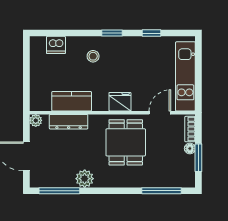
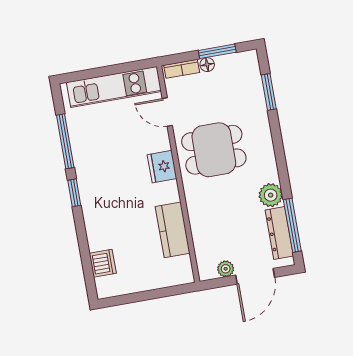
window: (151, 33) -> (65, 141), width x2.17
stool: (93, 56) -> (109, 212), removed
plant: (36, 120) -> (226, 269), moved
dresser: (69, 122) -> (279, 233), moved, turned 180
window: (161, 191) -> (269, 92), width x0.69

